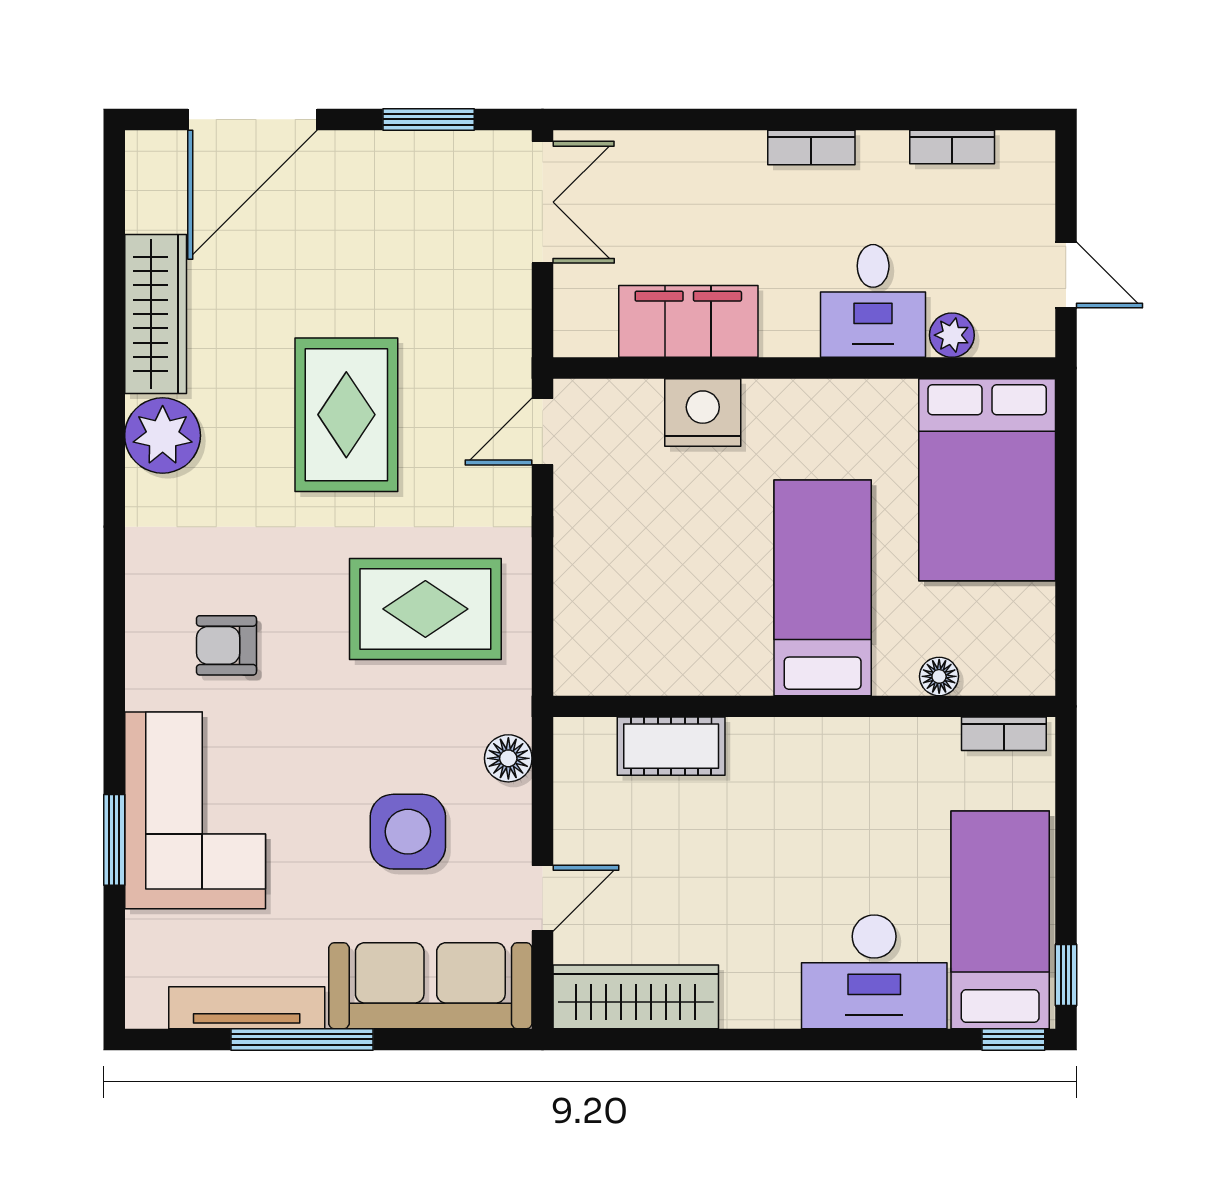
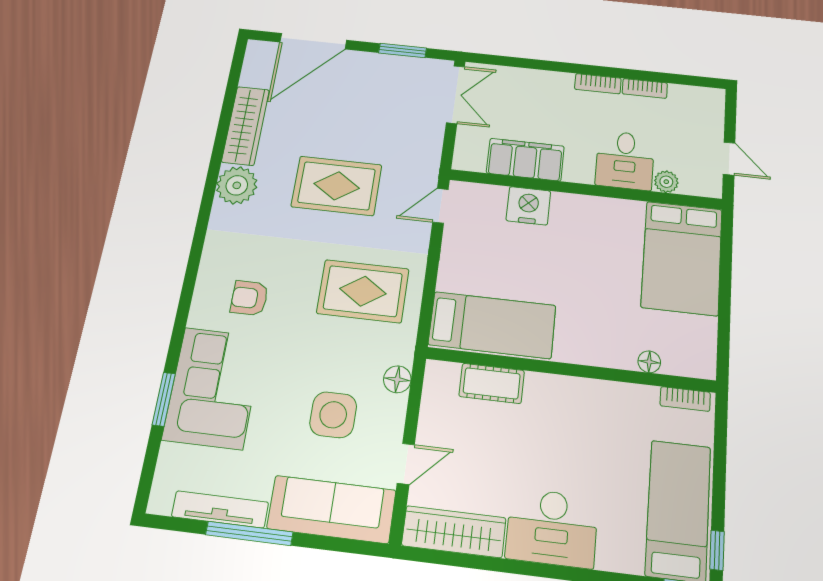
bookcase: (952, 147) -> (645, 88), moved
rug: (346, 415) -> (337, 186), turned 90
bed: (823, 588) -> (492, 325), moved, turned 90
desk: (874, 972) -> (552, 528), moved

